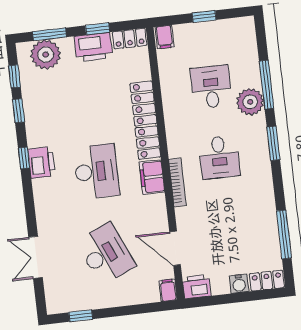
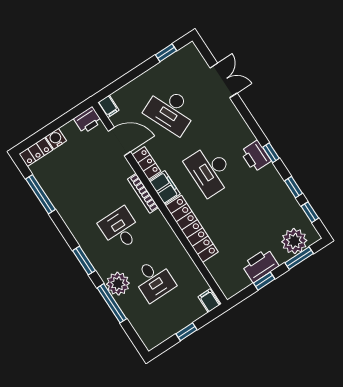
locker: (130, 39) -> (146, 163), moved, turned 90

